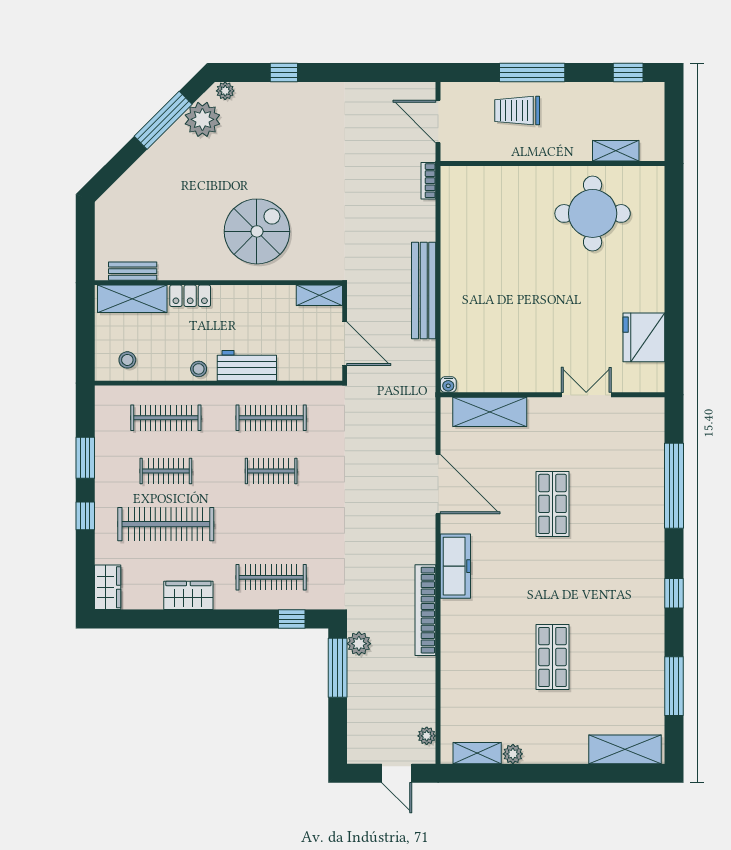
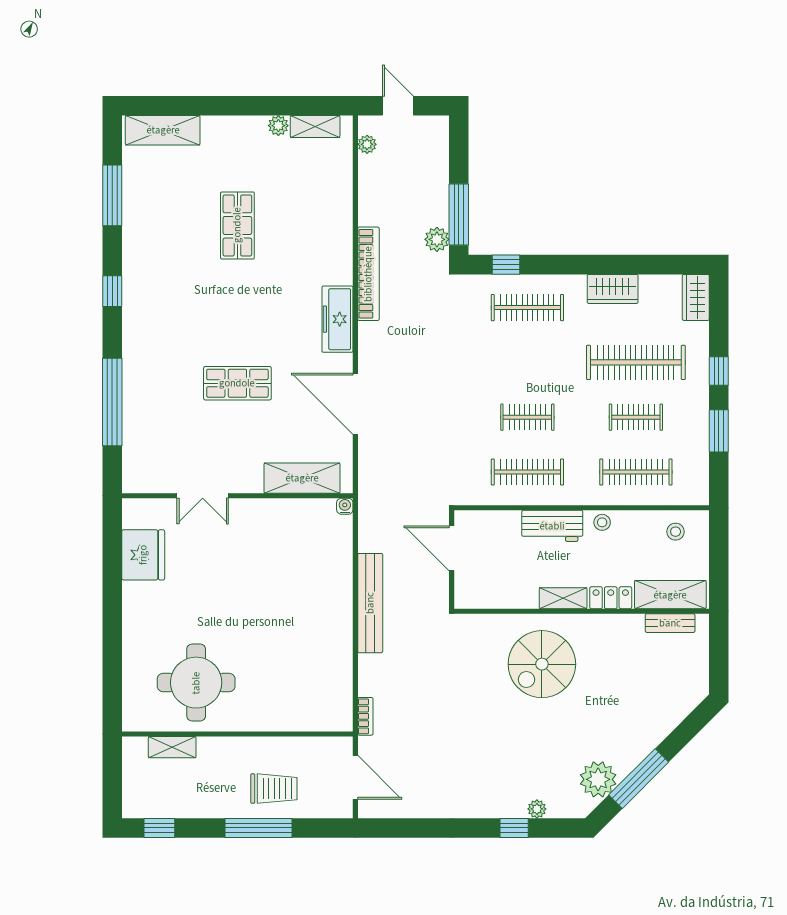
plant: (225, 91) -> (537, 809), moved
shelving: (319, 295) -> (563, 598), moved
shop shelf: (553, 504) -> (237, 383), turned 90

